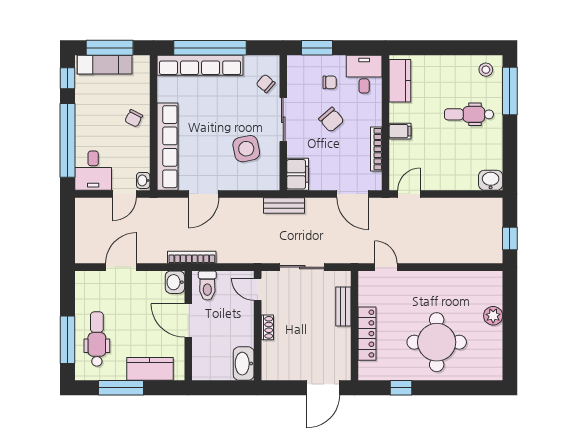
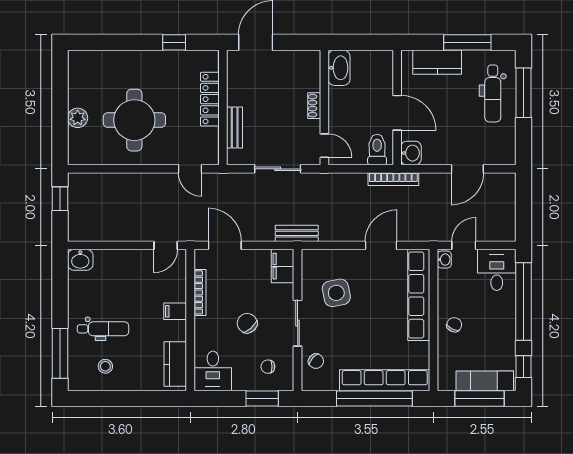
stool: (486, 70) -> (105, 366), moved
chair: (330, 82) -> (268, 367), moved
round table: (437, 342) -> (134, 120), moved

